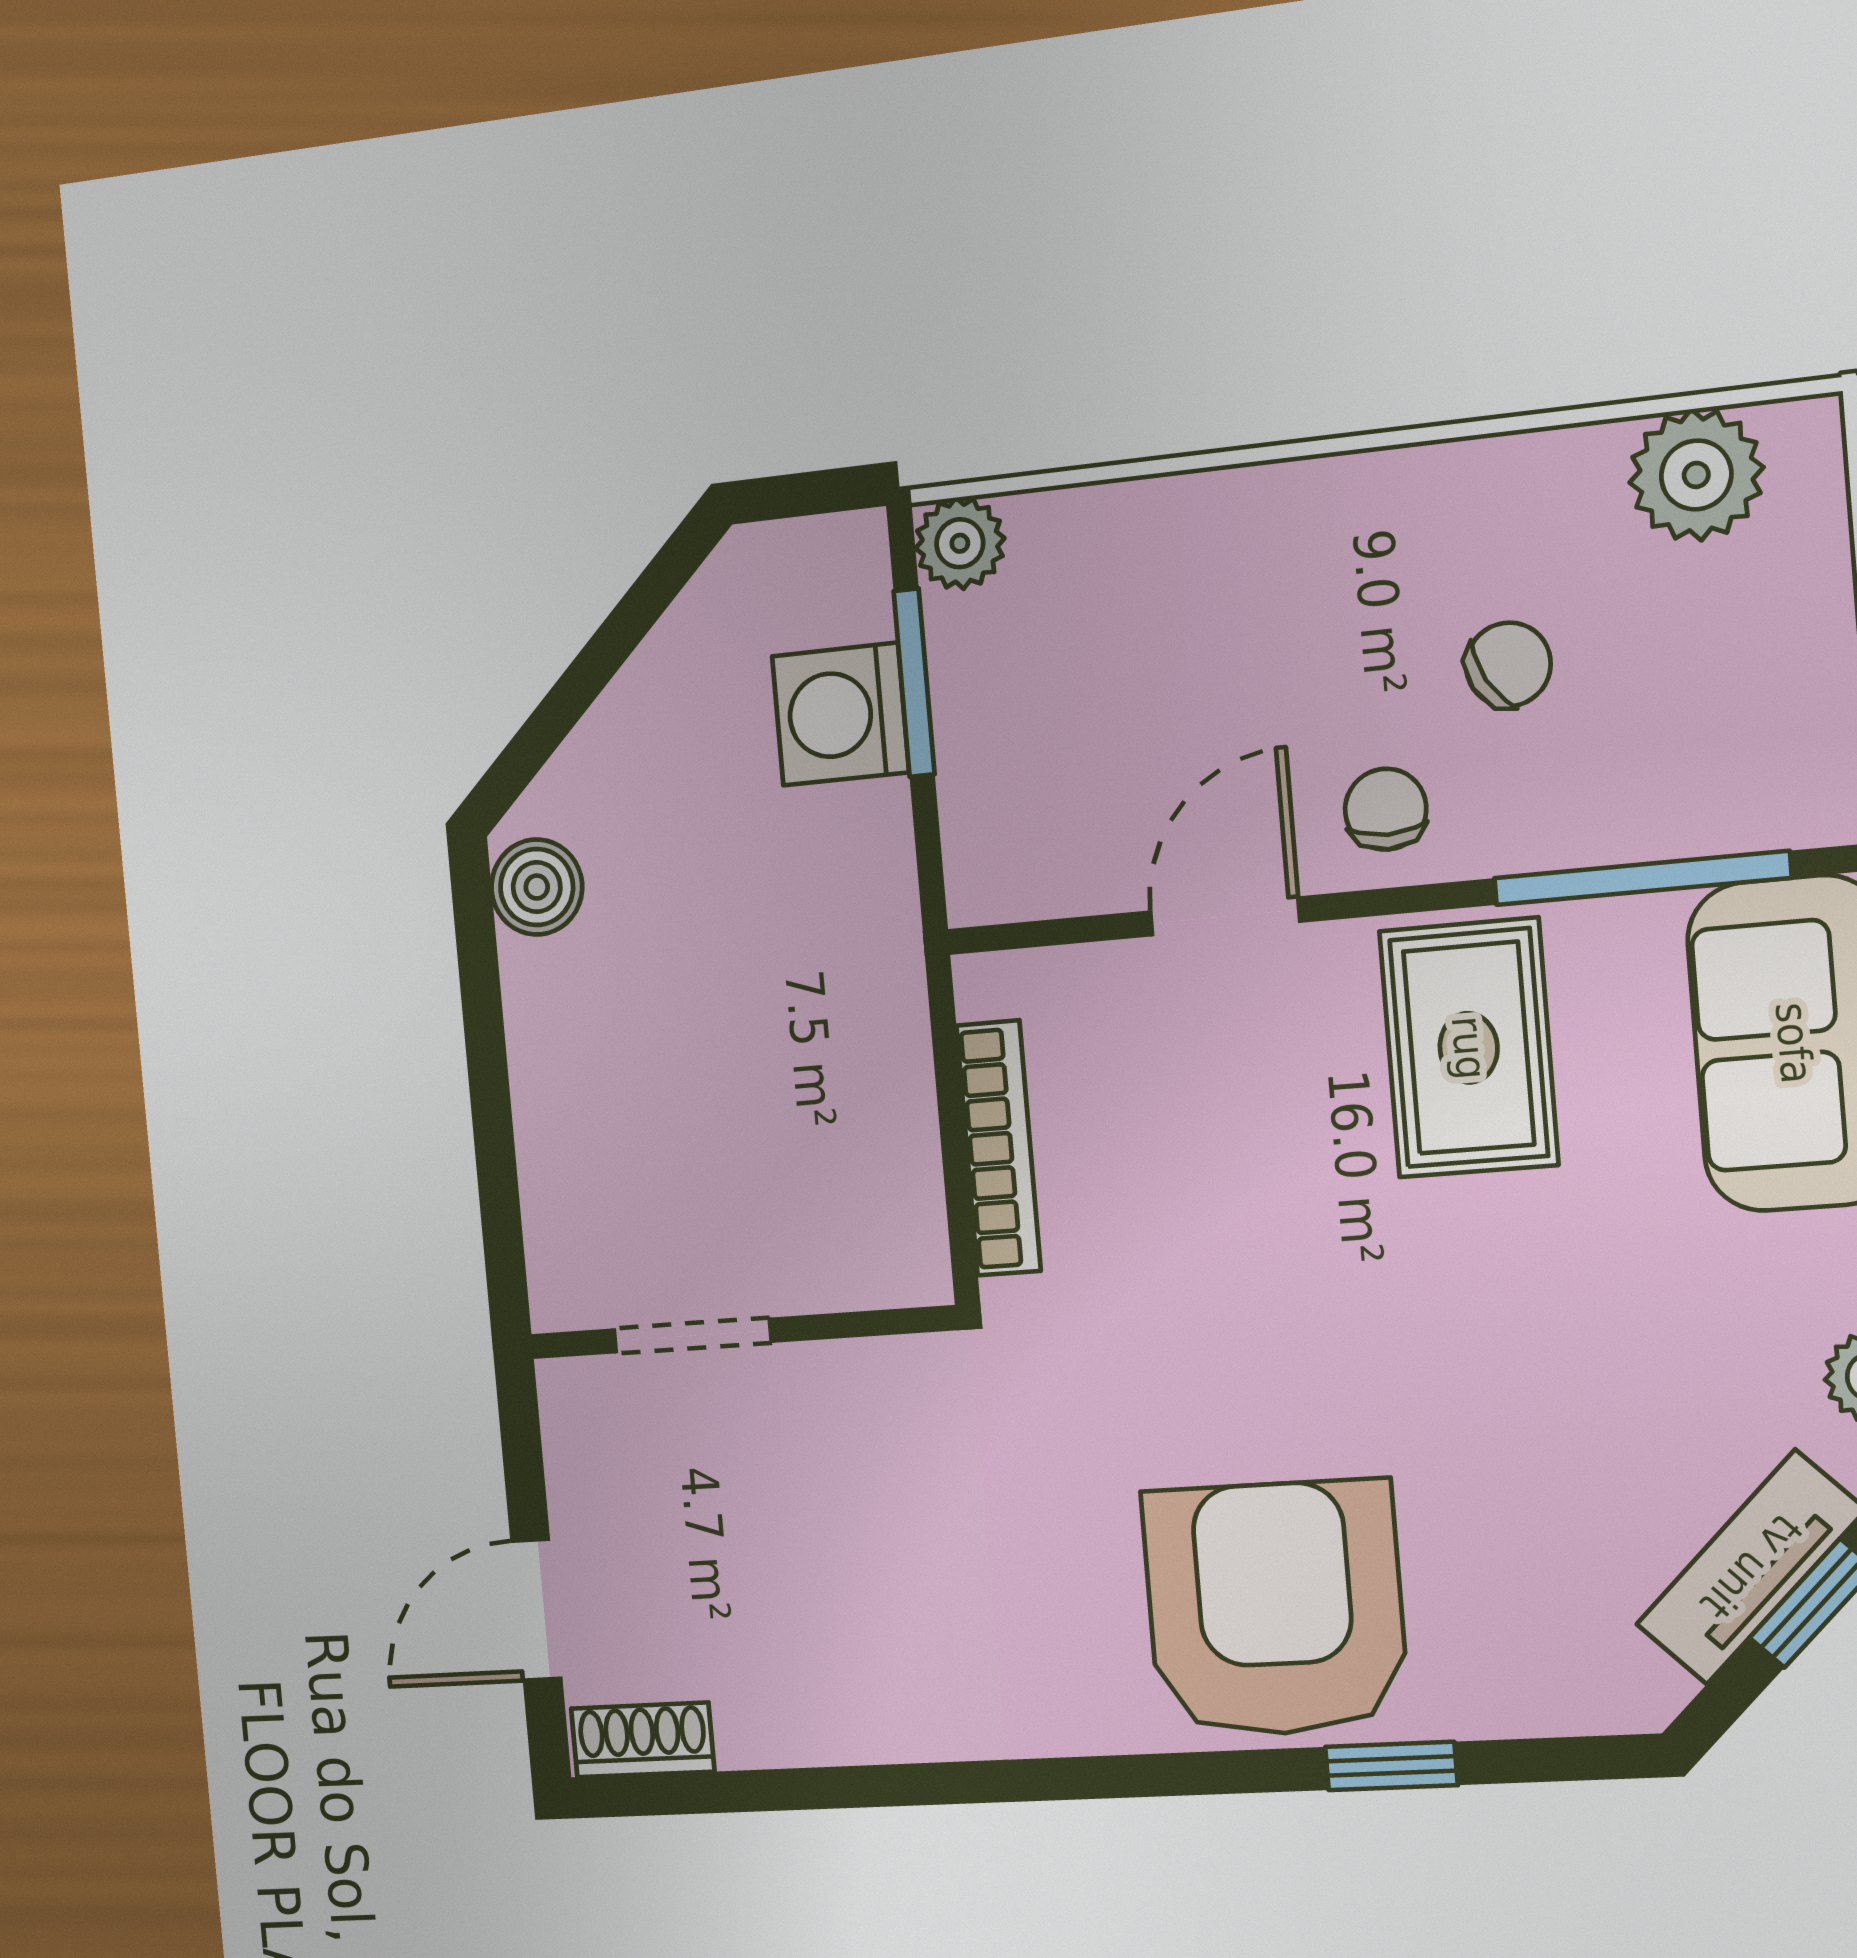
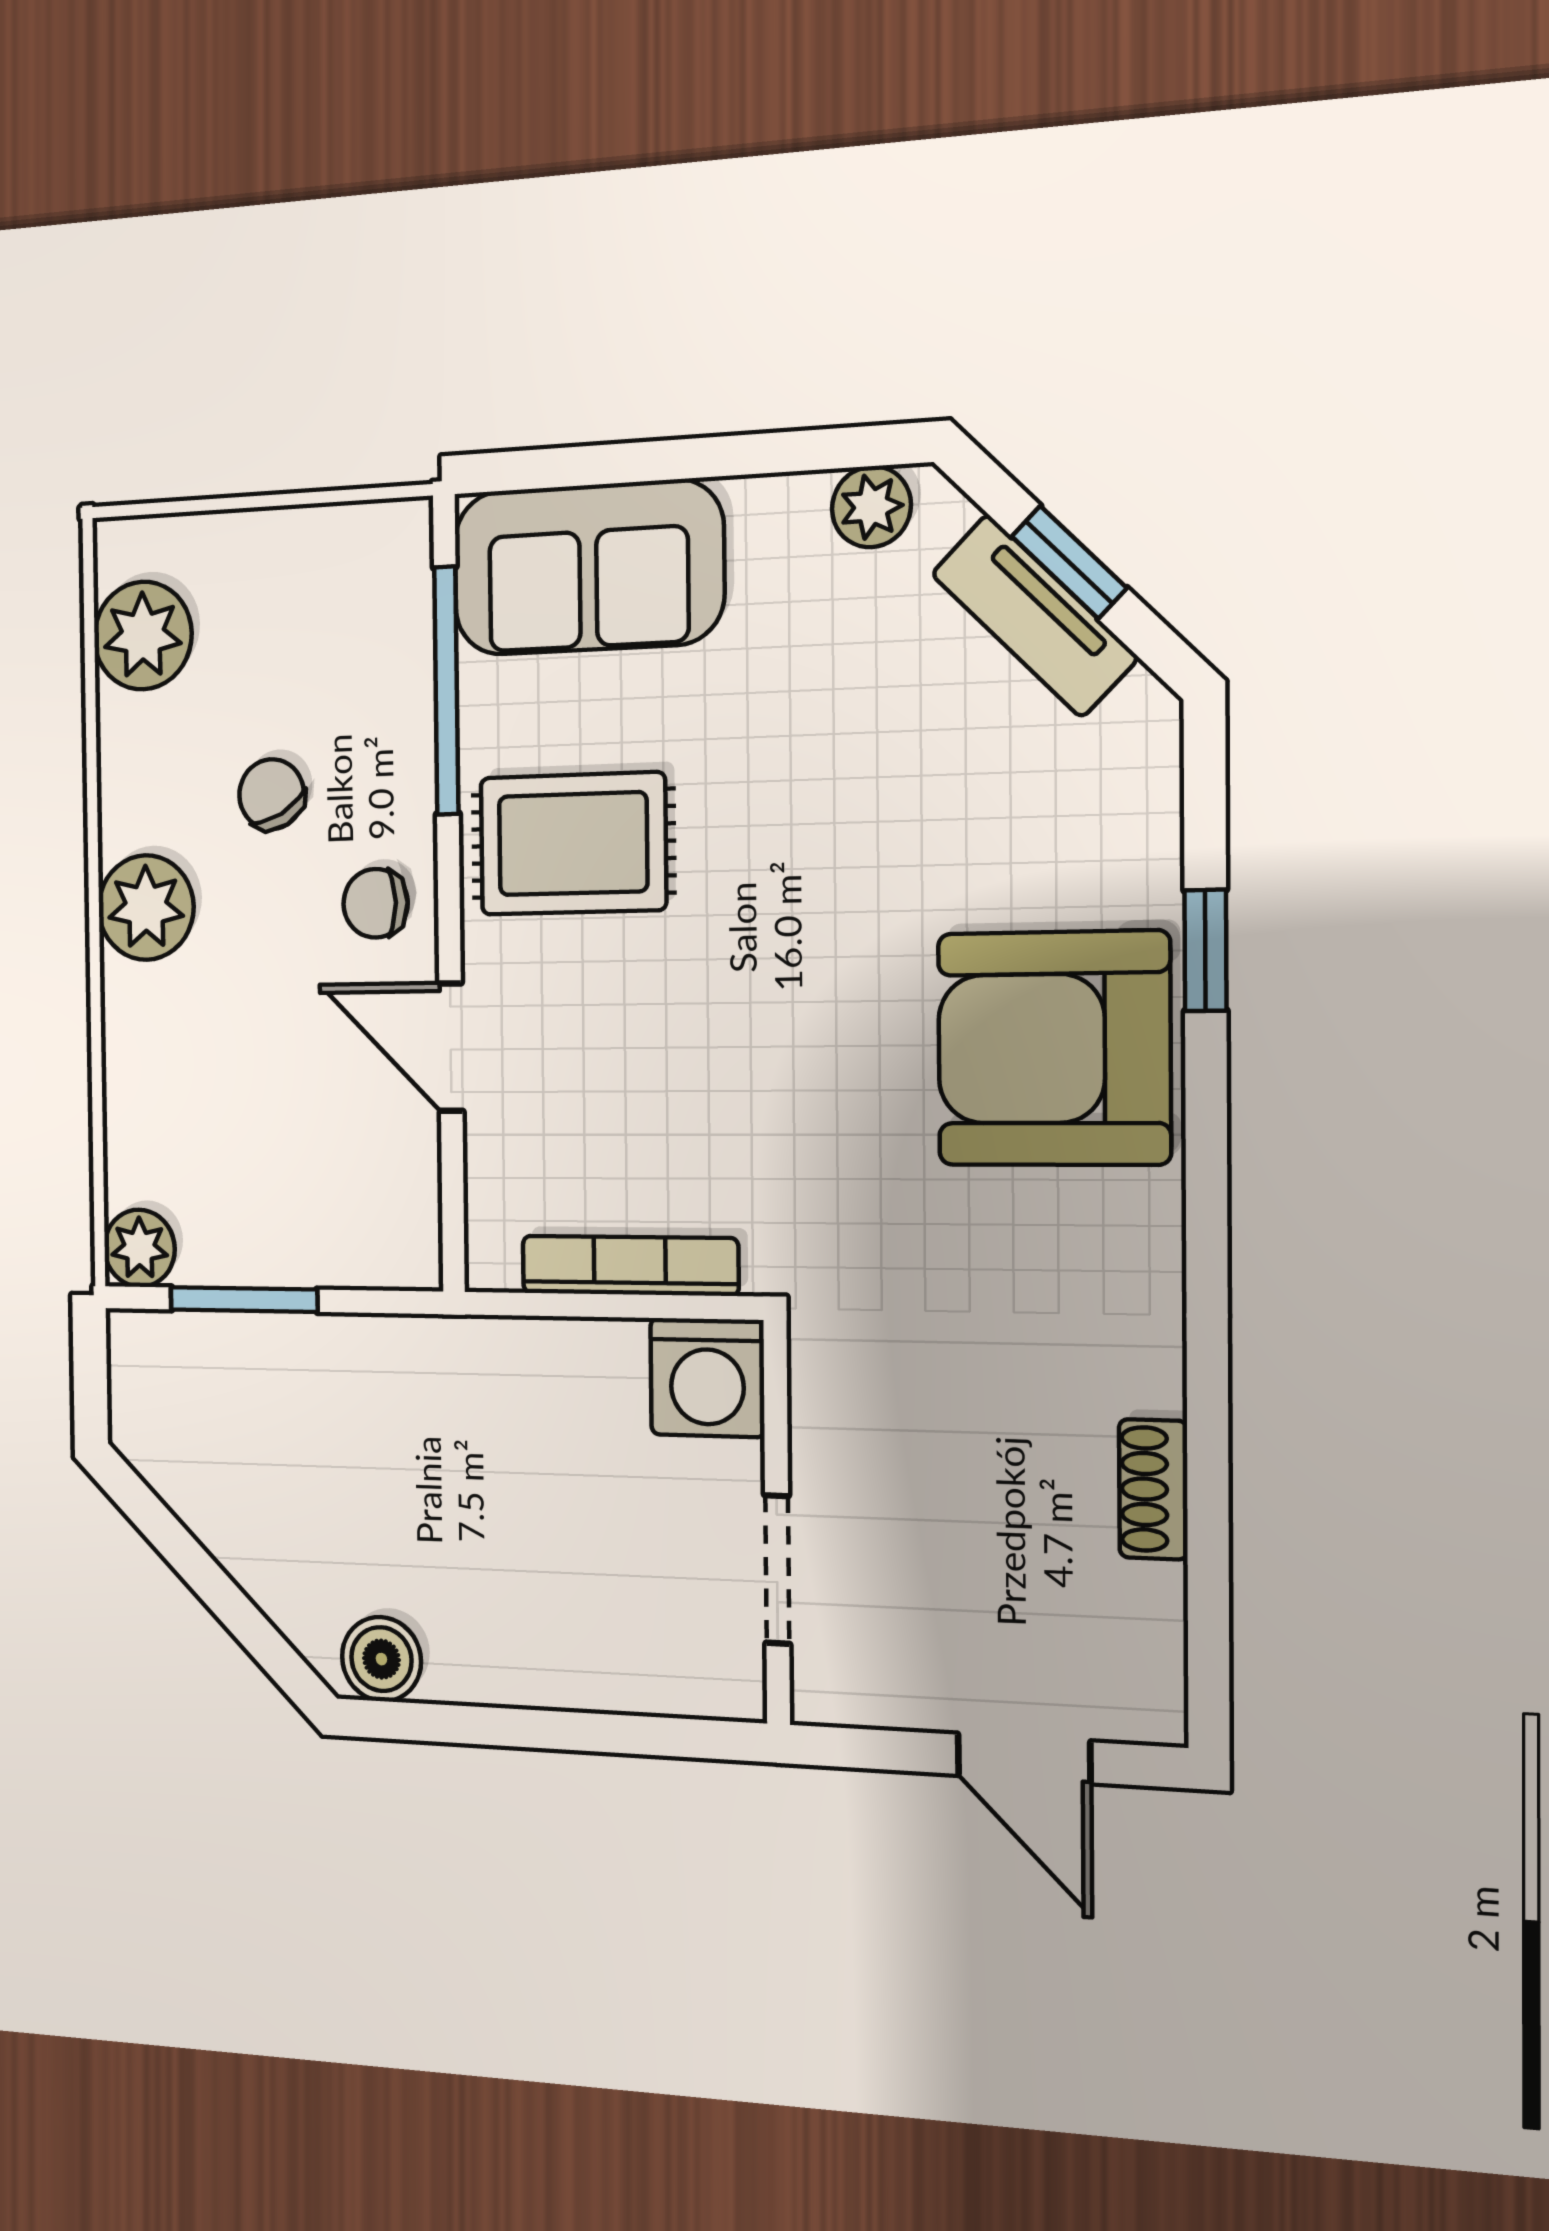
plant: (1363, 512) -> (146, 908), added
washing machine: (840, 714) -> (707, 1377), moved
shoe rack: (643, 1740) -> (1153, 1489), moved

